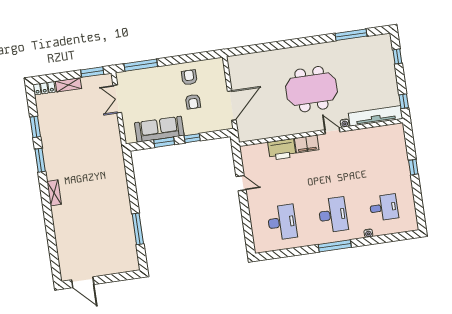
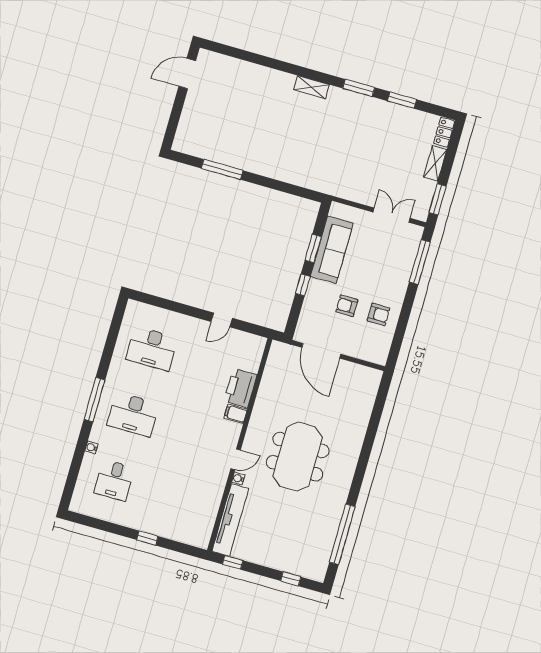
window: (351, 35) -> (342, 534), width x1.46
filing cabinet: (307, 144) -> (236, 414), width x0.50

